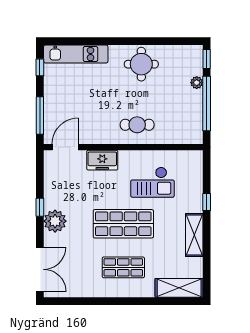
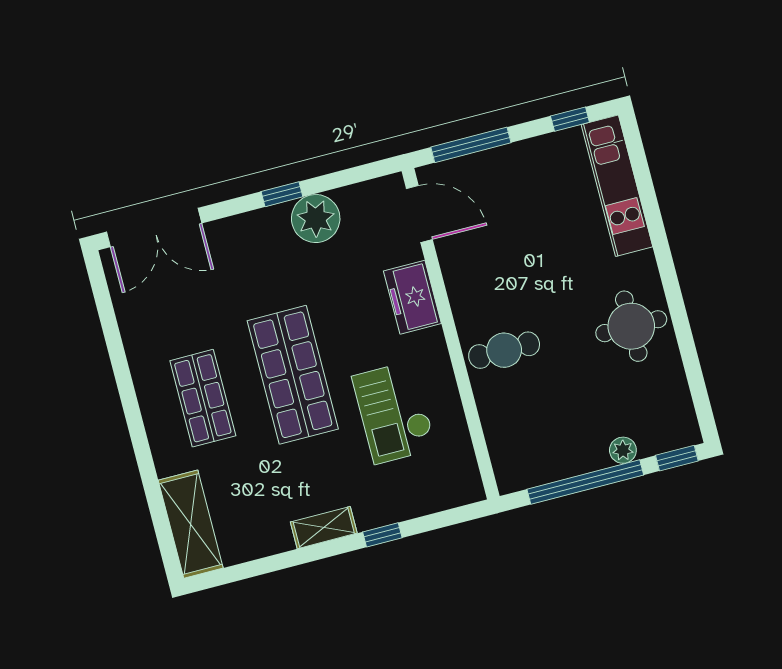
cafe table: (137, 125) -> (504, 350), turned 90
plant: (55, 221) -> (316, 219), moved
shelving: (194, 235) -> (324, 528), width x0.67, depth x0.75

